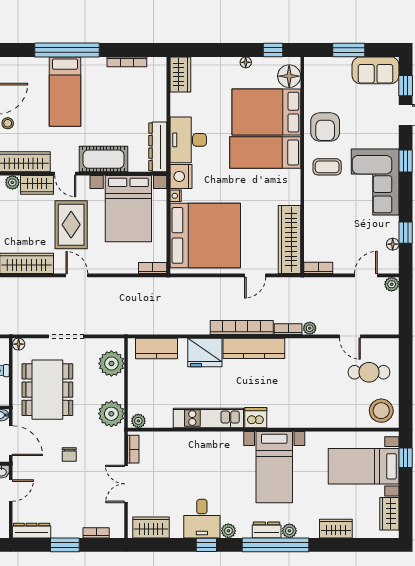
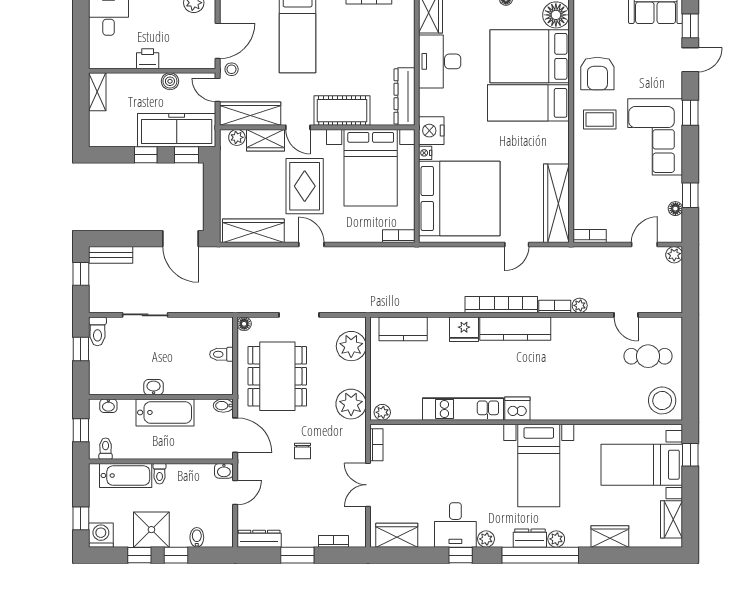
desk: (188, 140) -> (440, 61), moved
fridge: (205, 352) -> (464, 329), width x0.73, depth x0.75

